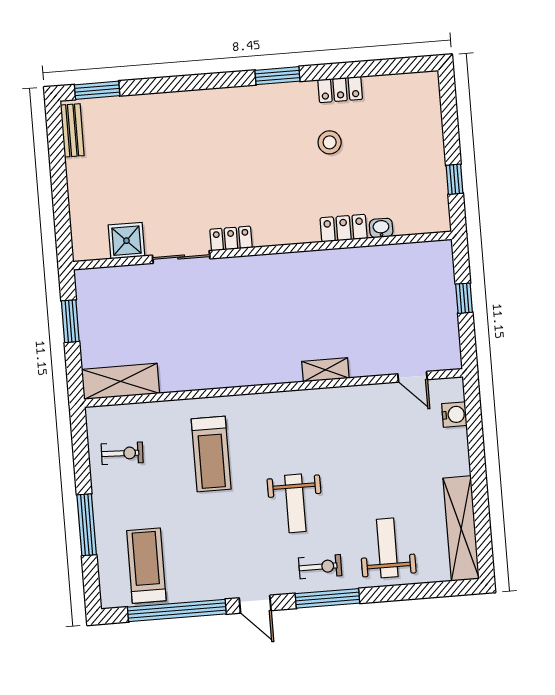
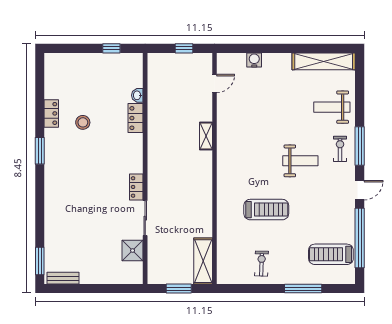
shelving: (325, 370) -> (206, 136), moved
door: (413, 377) -> (214, 83), moved
shelving: (120, 381) -> (203, 261), moved
wall: (273, 388) -> (214, 168), moved

